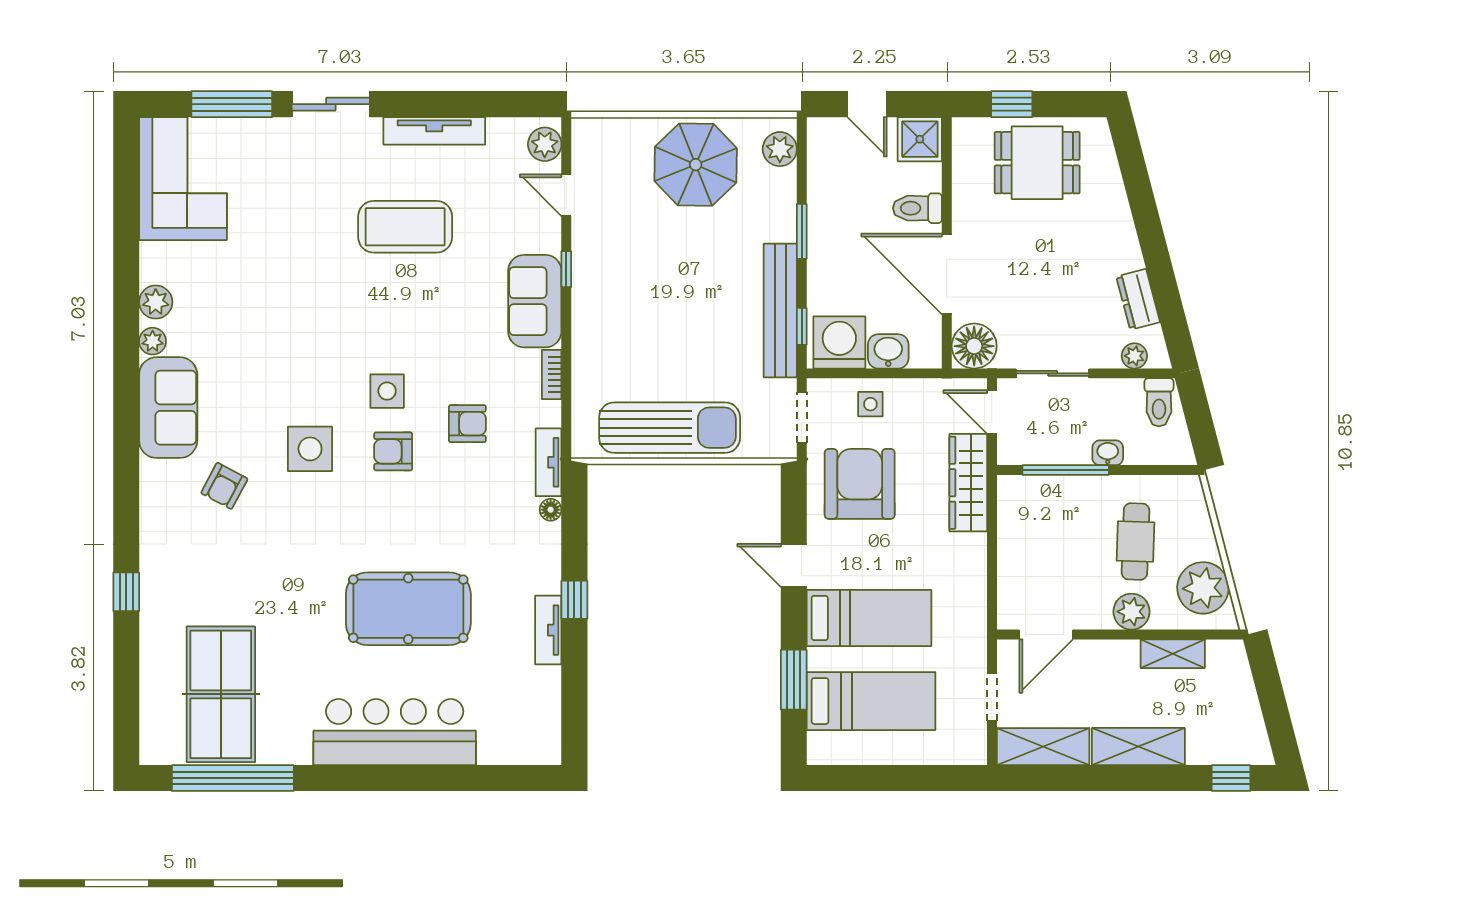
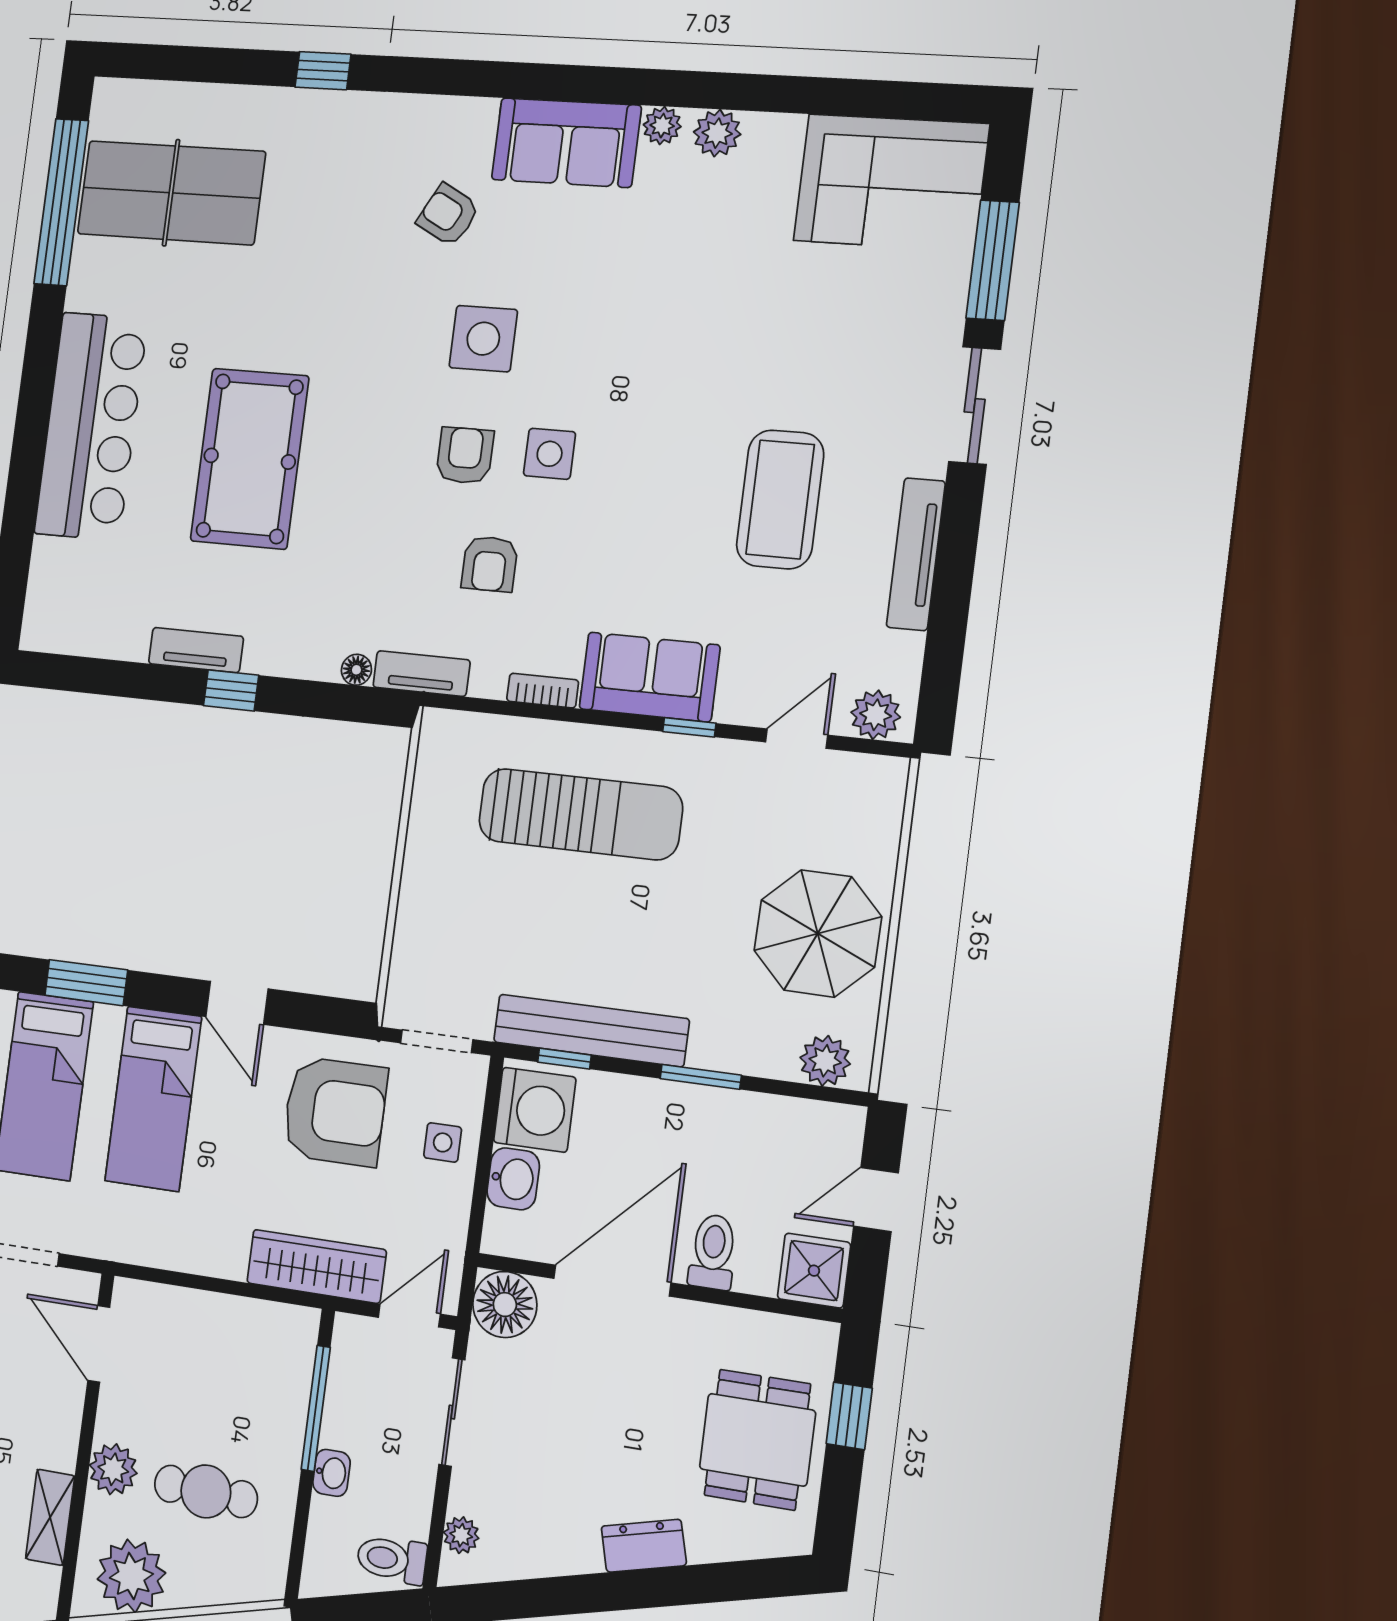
dresser: (1138, 299) -> (644, 1546), moved
sun lounger: (670, 428) -> (580, 814), moved, turned -90
door: (794, 565) -> (237, 1003), swing flipped

